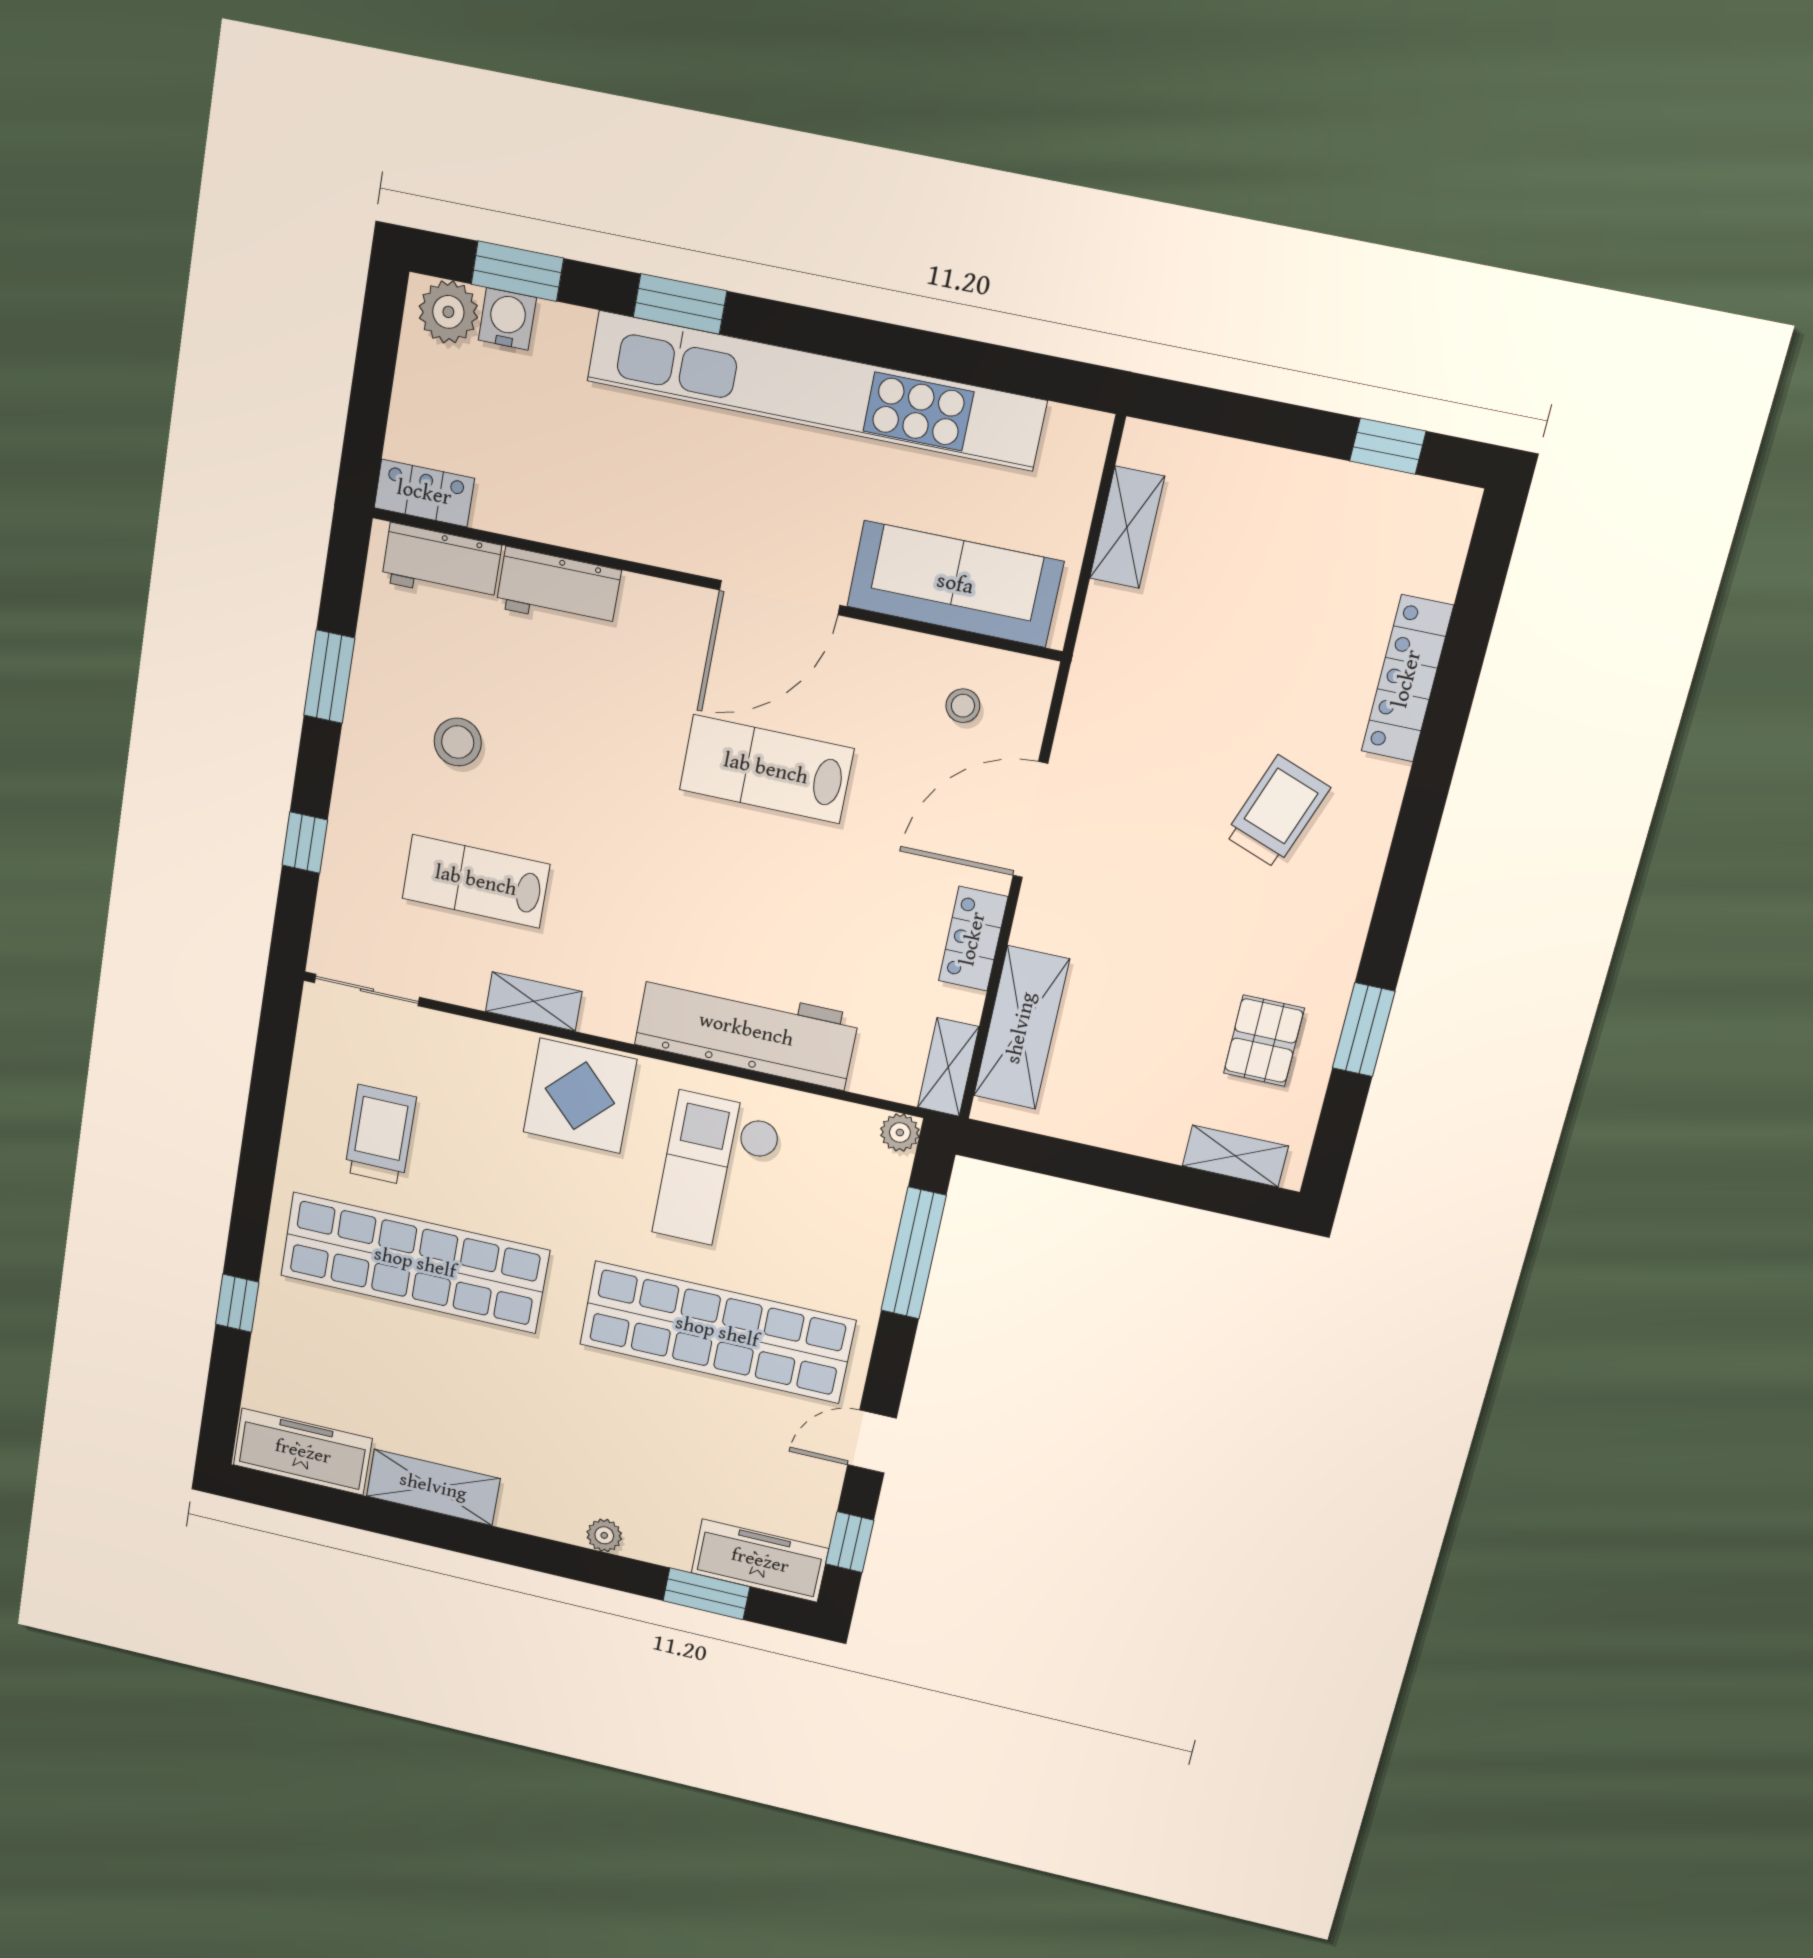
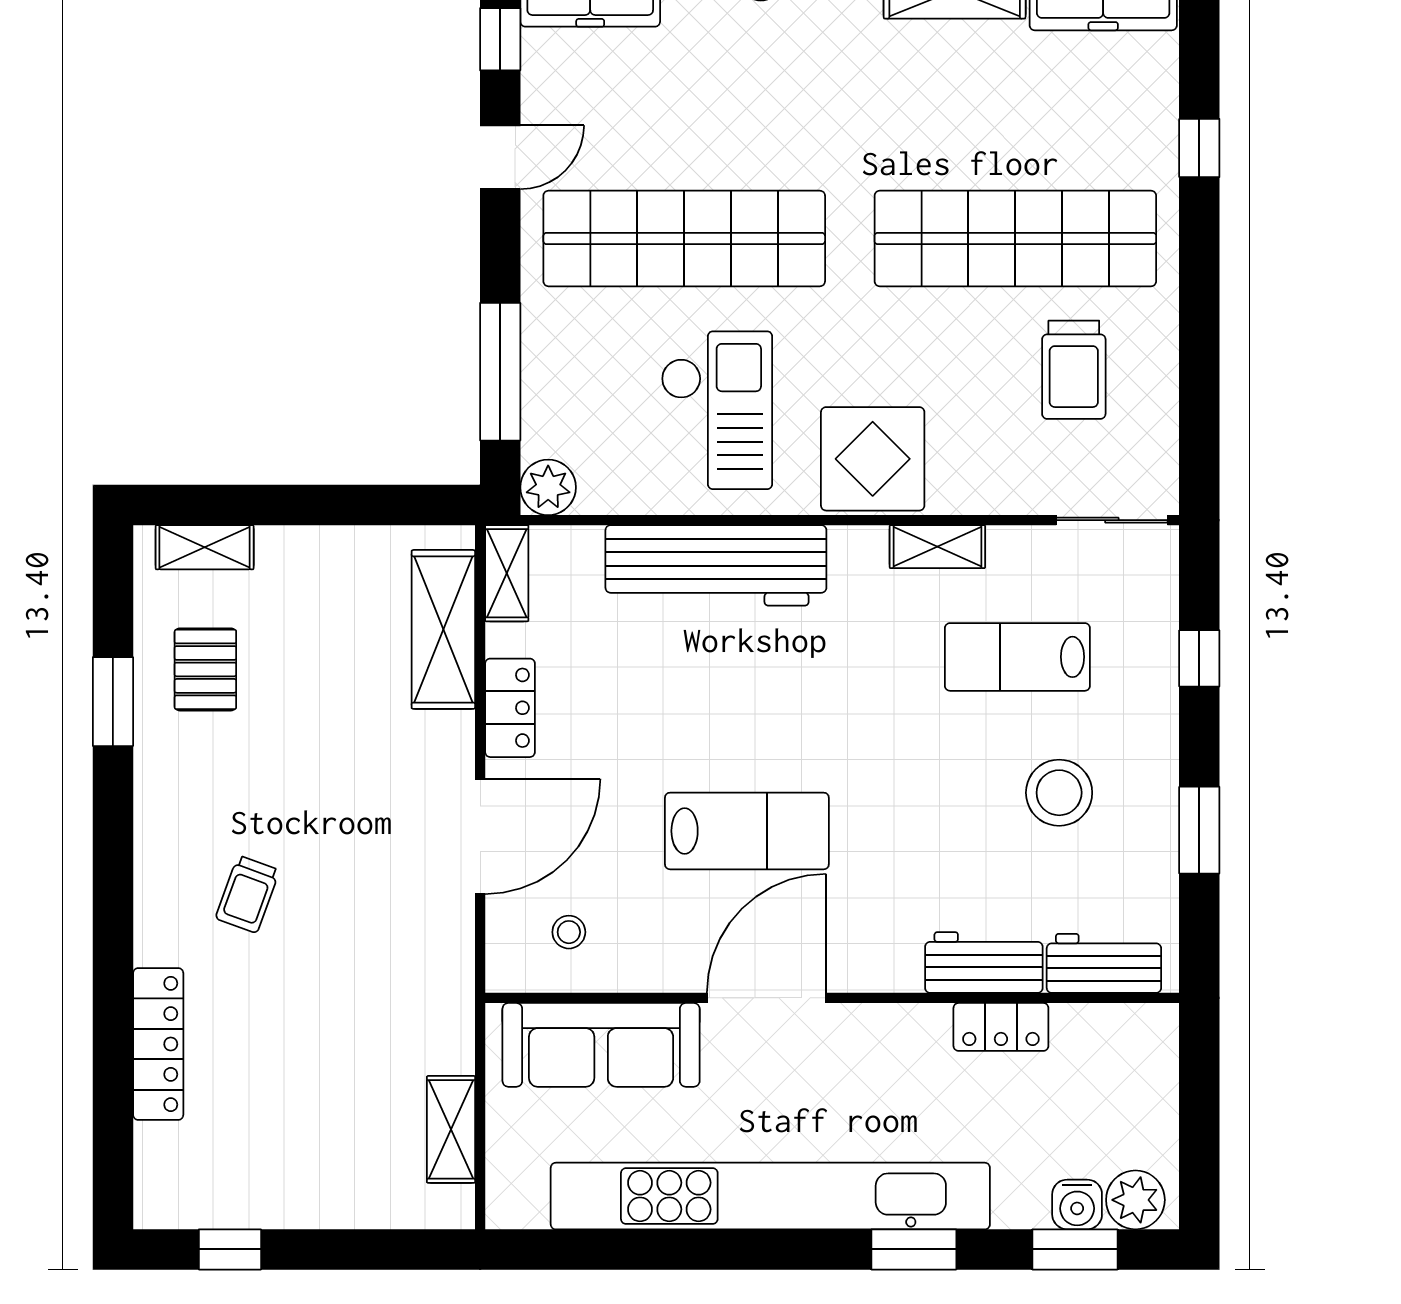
locker: (424, 493) -> (1001, 1027), moved
stool: (458, 742) -> (1059, 793), width x1.38, depth x1.38
trolley: (1277, 812) -> (247, 894), width x0.73, depth x0.72
lab bench: (476, 881) -> (1017, 657), turned 180
plant: (900, 1133) -> (548, 487), width x1.38, depth x1.38

